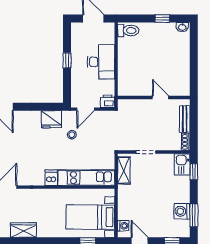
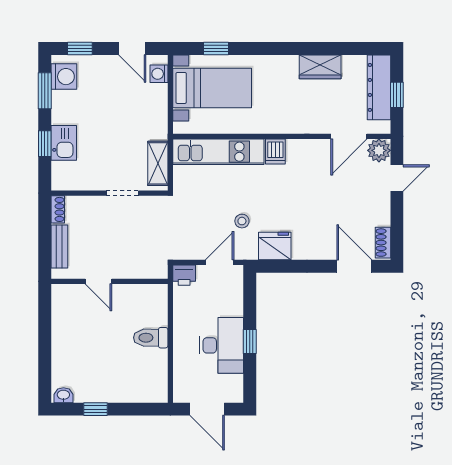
toilet: (128, 31) -> (151, 338), moved
desk: (101, 62) -> (222, 345), moved, turned 180
kitchen sink: (182, 164) -> (64, 143), moved
window: (194, 172) -> (45, 144), moved
washing machine: (182, 211) -> (64, 77), moved

